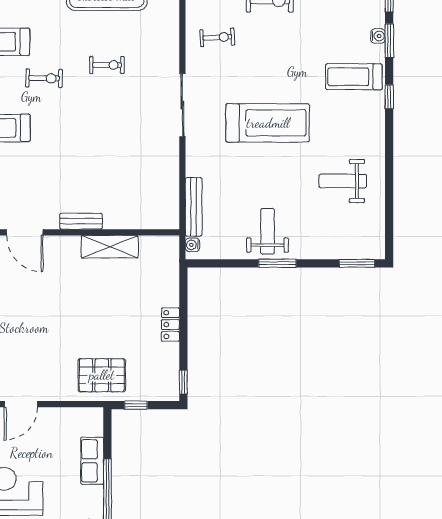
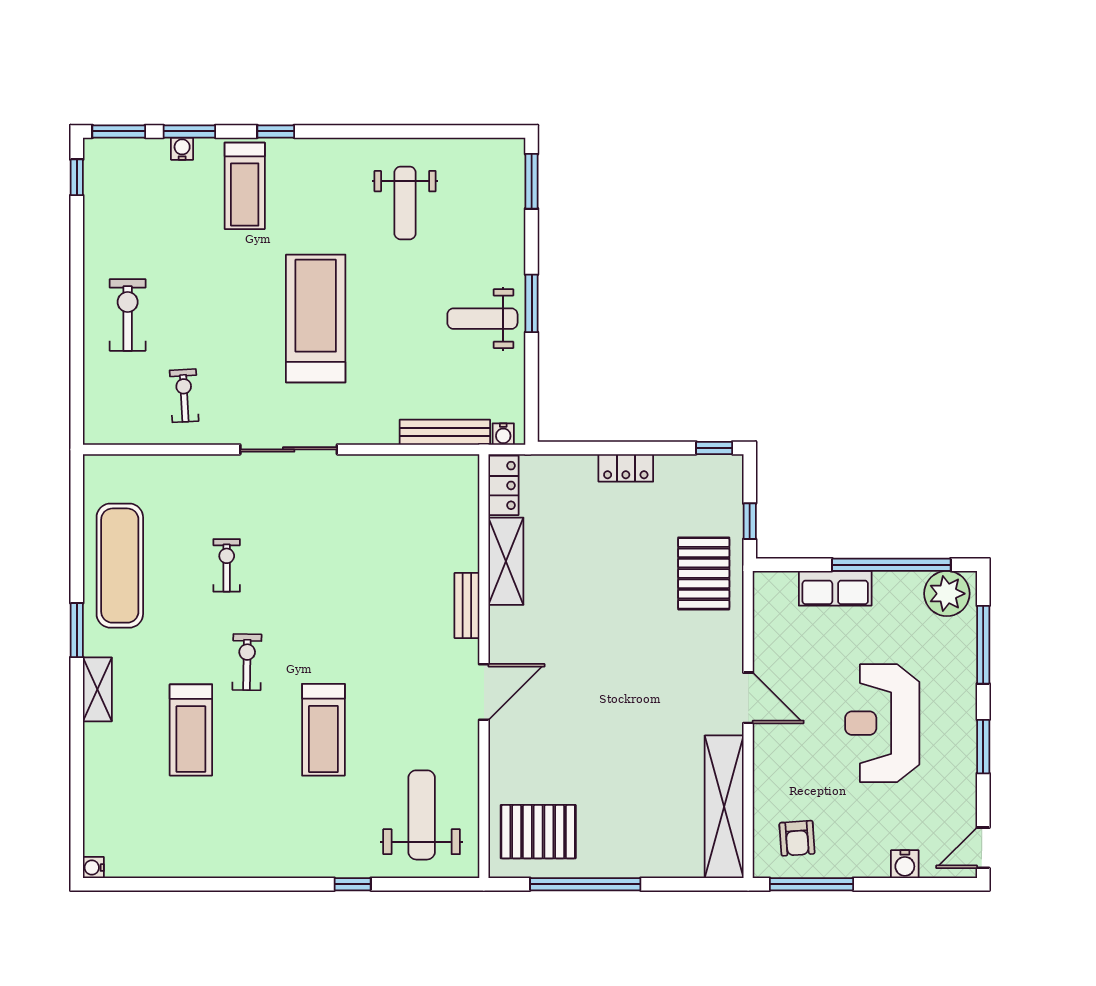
locker: (159, 245) -> (504, 485), added

